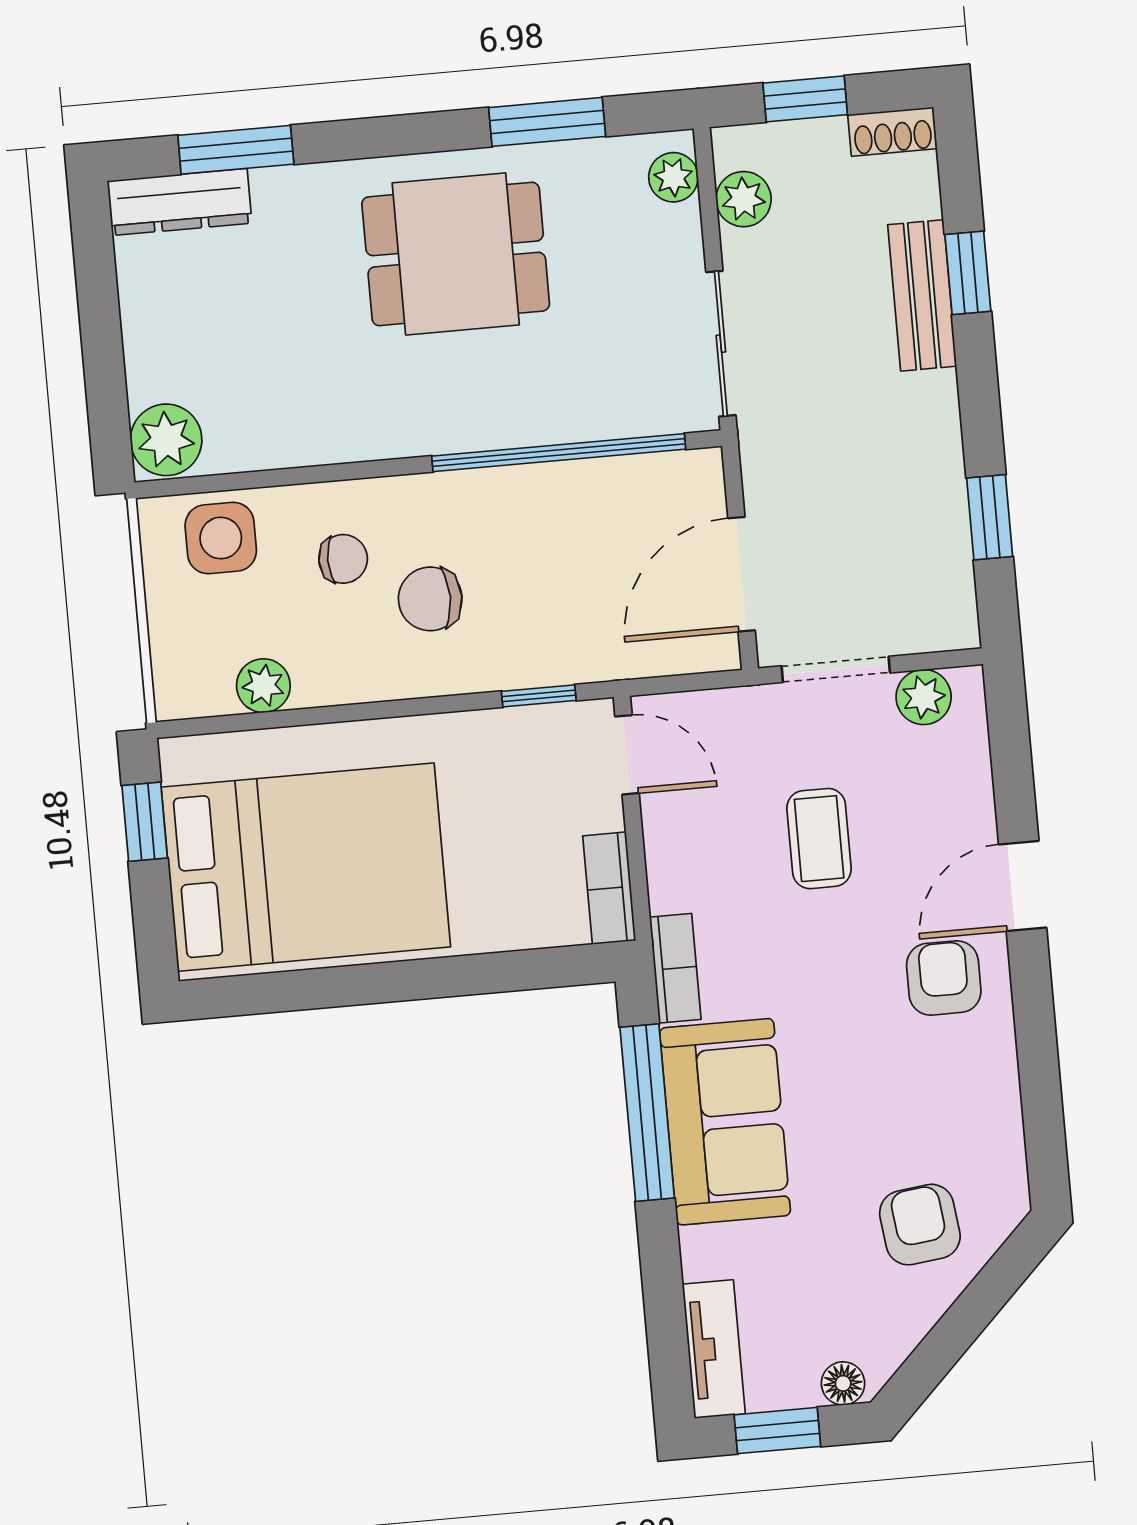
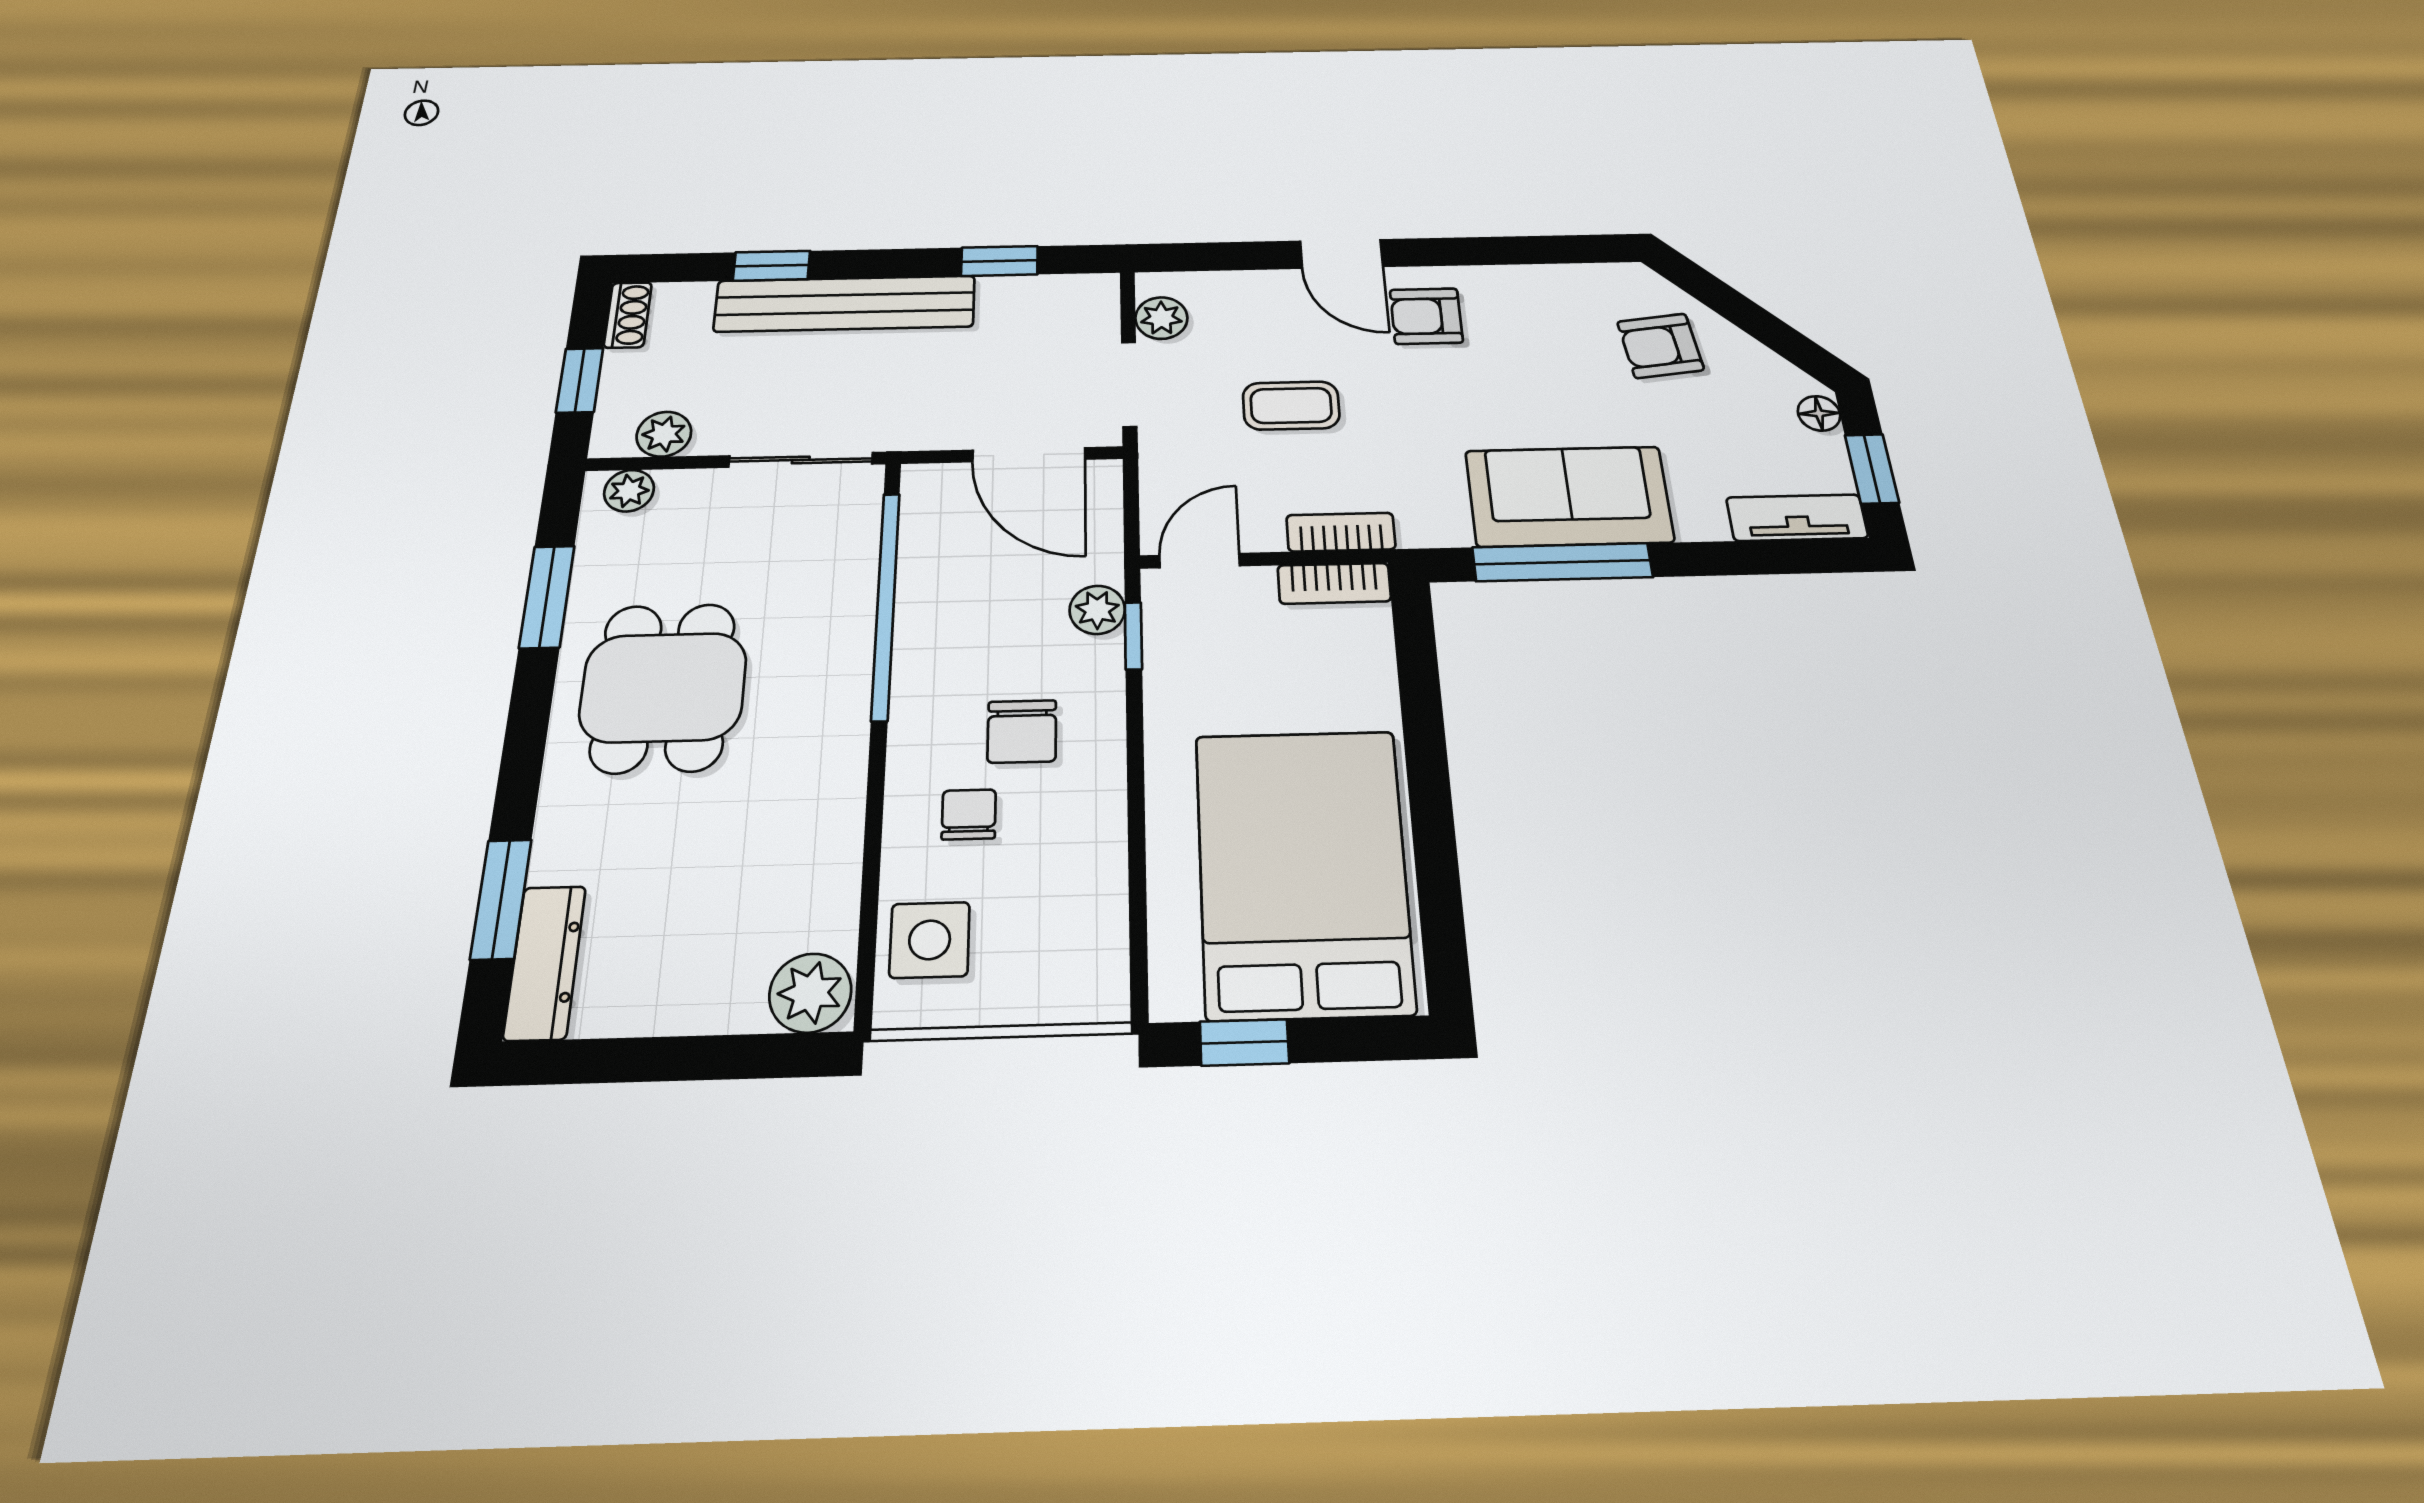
bench: (922, 295) -> (845, 304), width x1.86, depth x1.21
plant: (263, 686) -> (1097, 610), moved
bookcase: (675, 968) -> (1341, 532), moved

